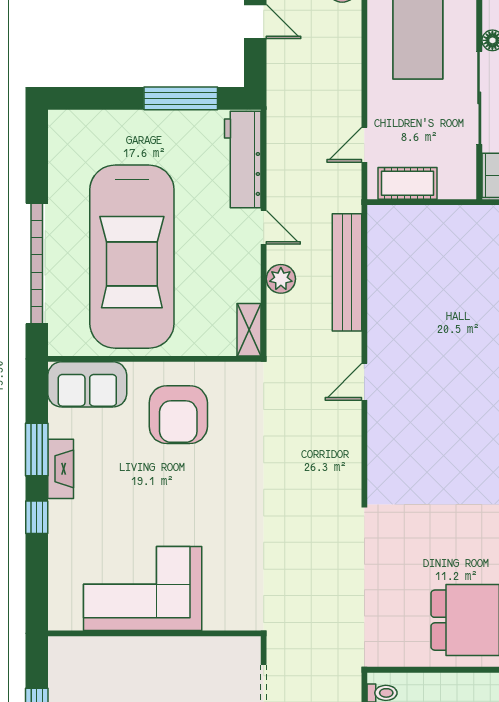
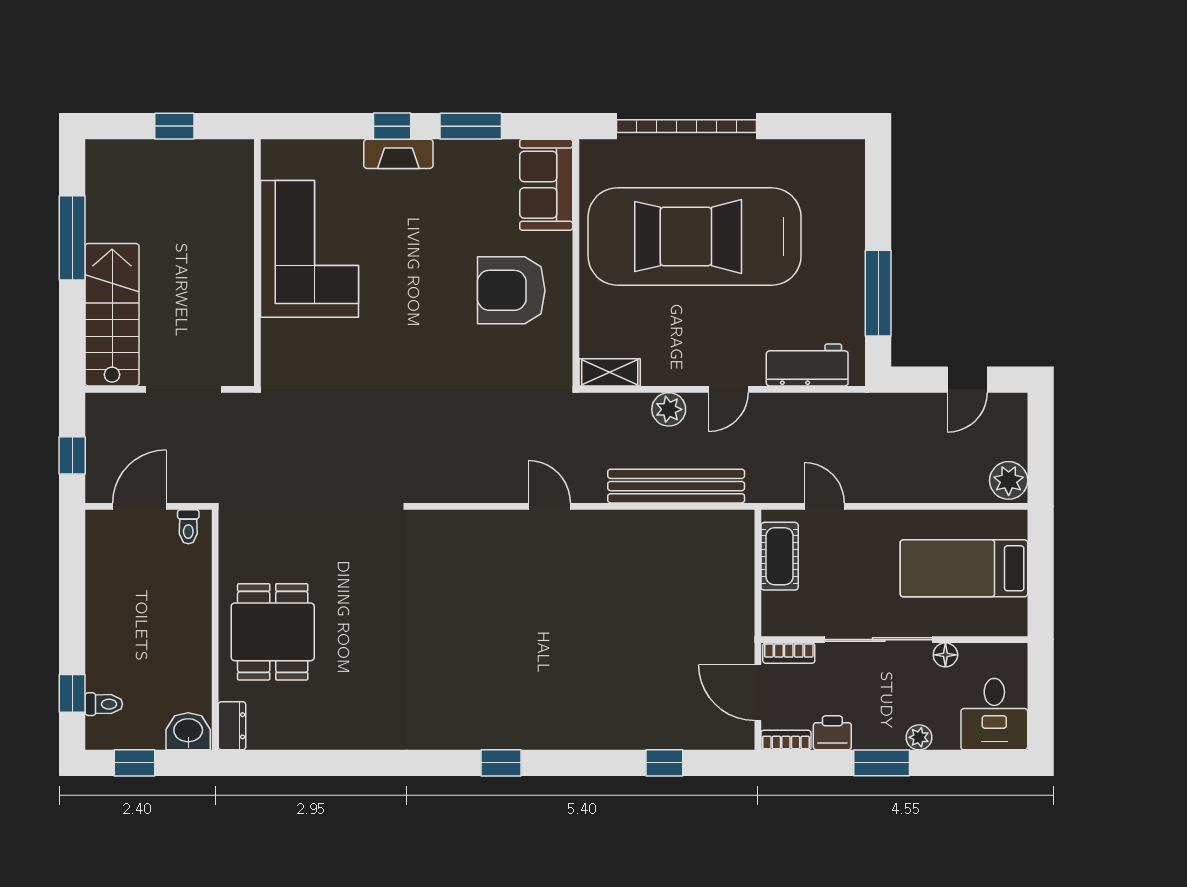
workbench: (243, 159) -> (807, 365), width x0.73
fireplace: (61, 469) -> (398, 154), moved

